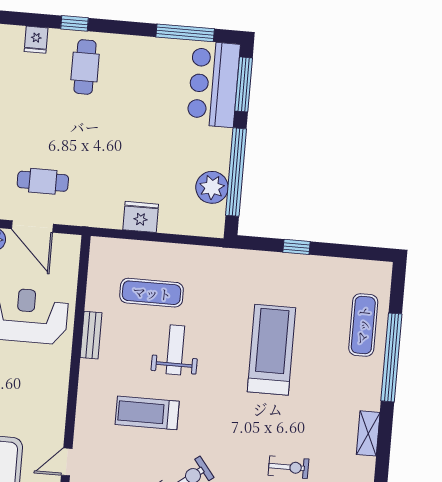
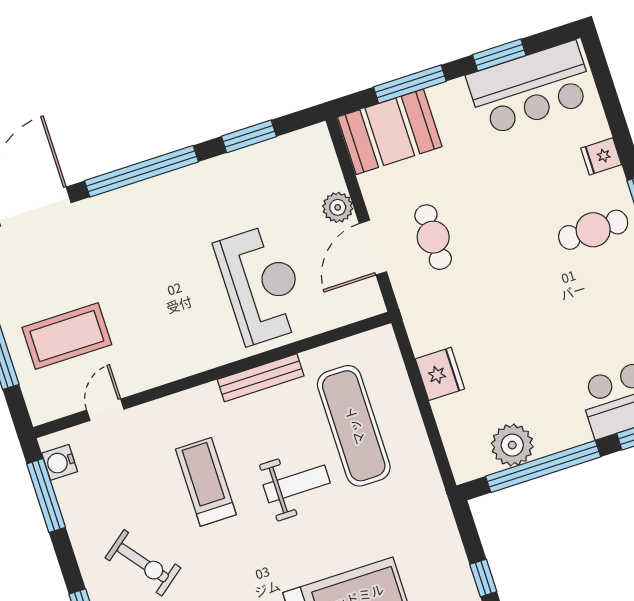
exercise mat: (152, 293) -> (354, 426), width x1.36, depth x1.45
bench: (91, 335) -> (261, 378), width x1.36
door: (67, 462) -> (105, 410), hinge flipped

